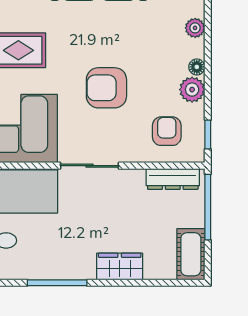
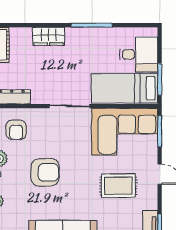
armchair: (106, 88) -> (45, 172), moved

